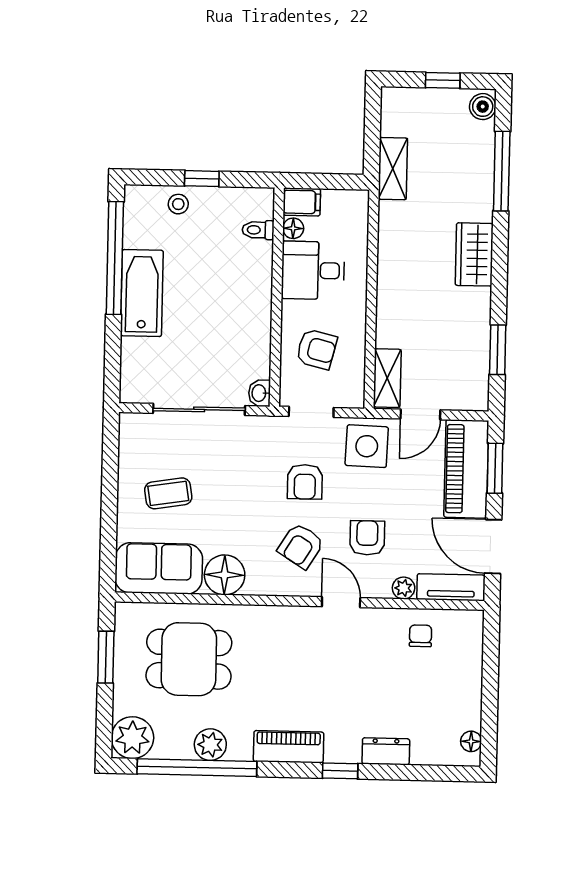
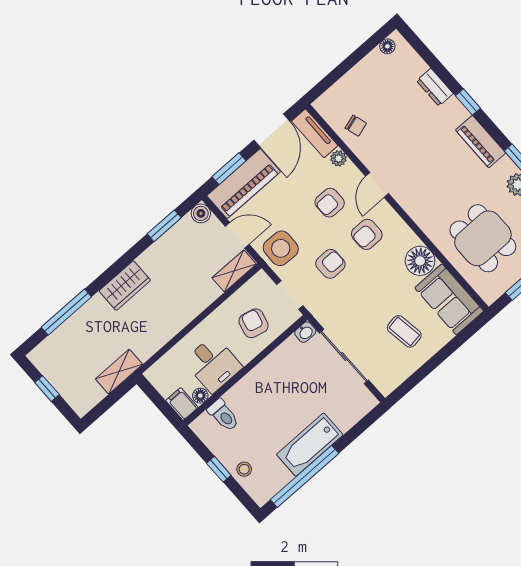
boiler: (483, 107) -> (201, 213), moved
toilet: (258, 230) -> (223, 415), width x1.37, depth x1.39
armchair: (301, 546) -> (367, 234), turned 148
chair: (421, 636) -> (356, 126), turned -107

